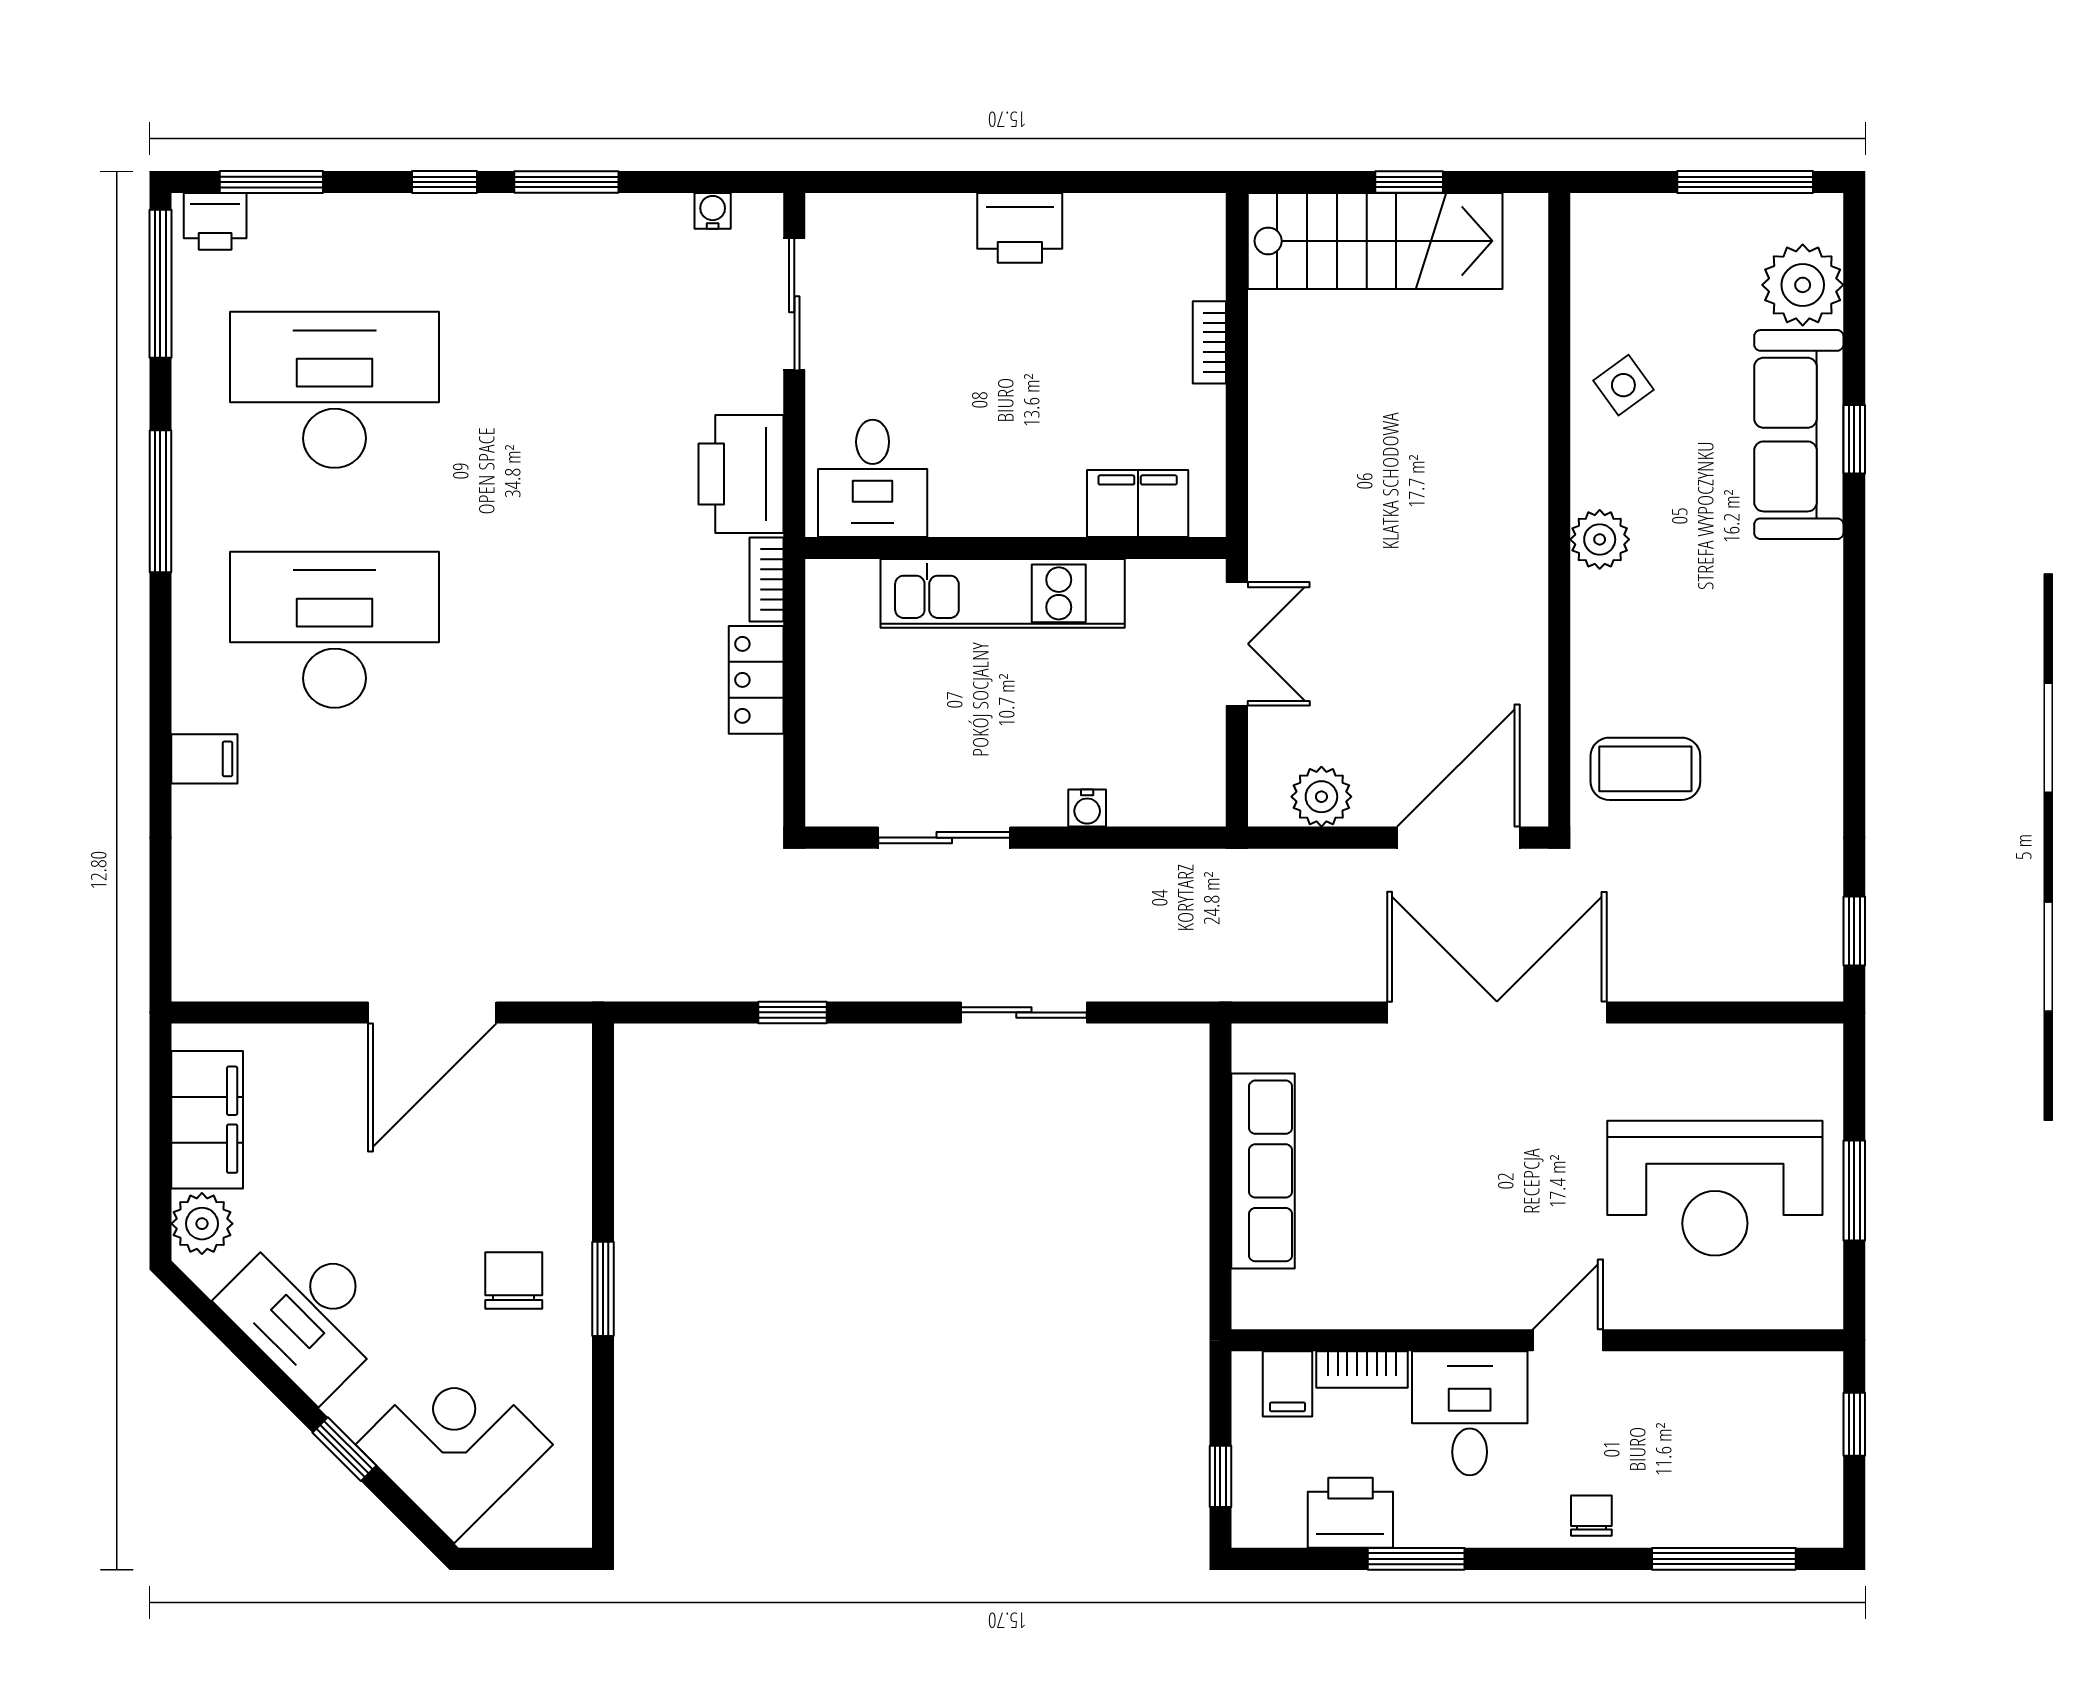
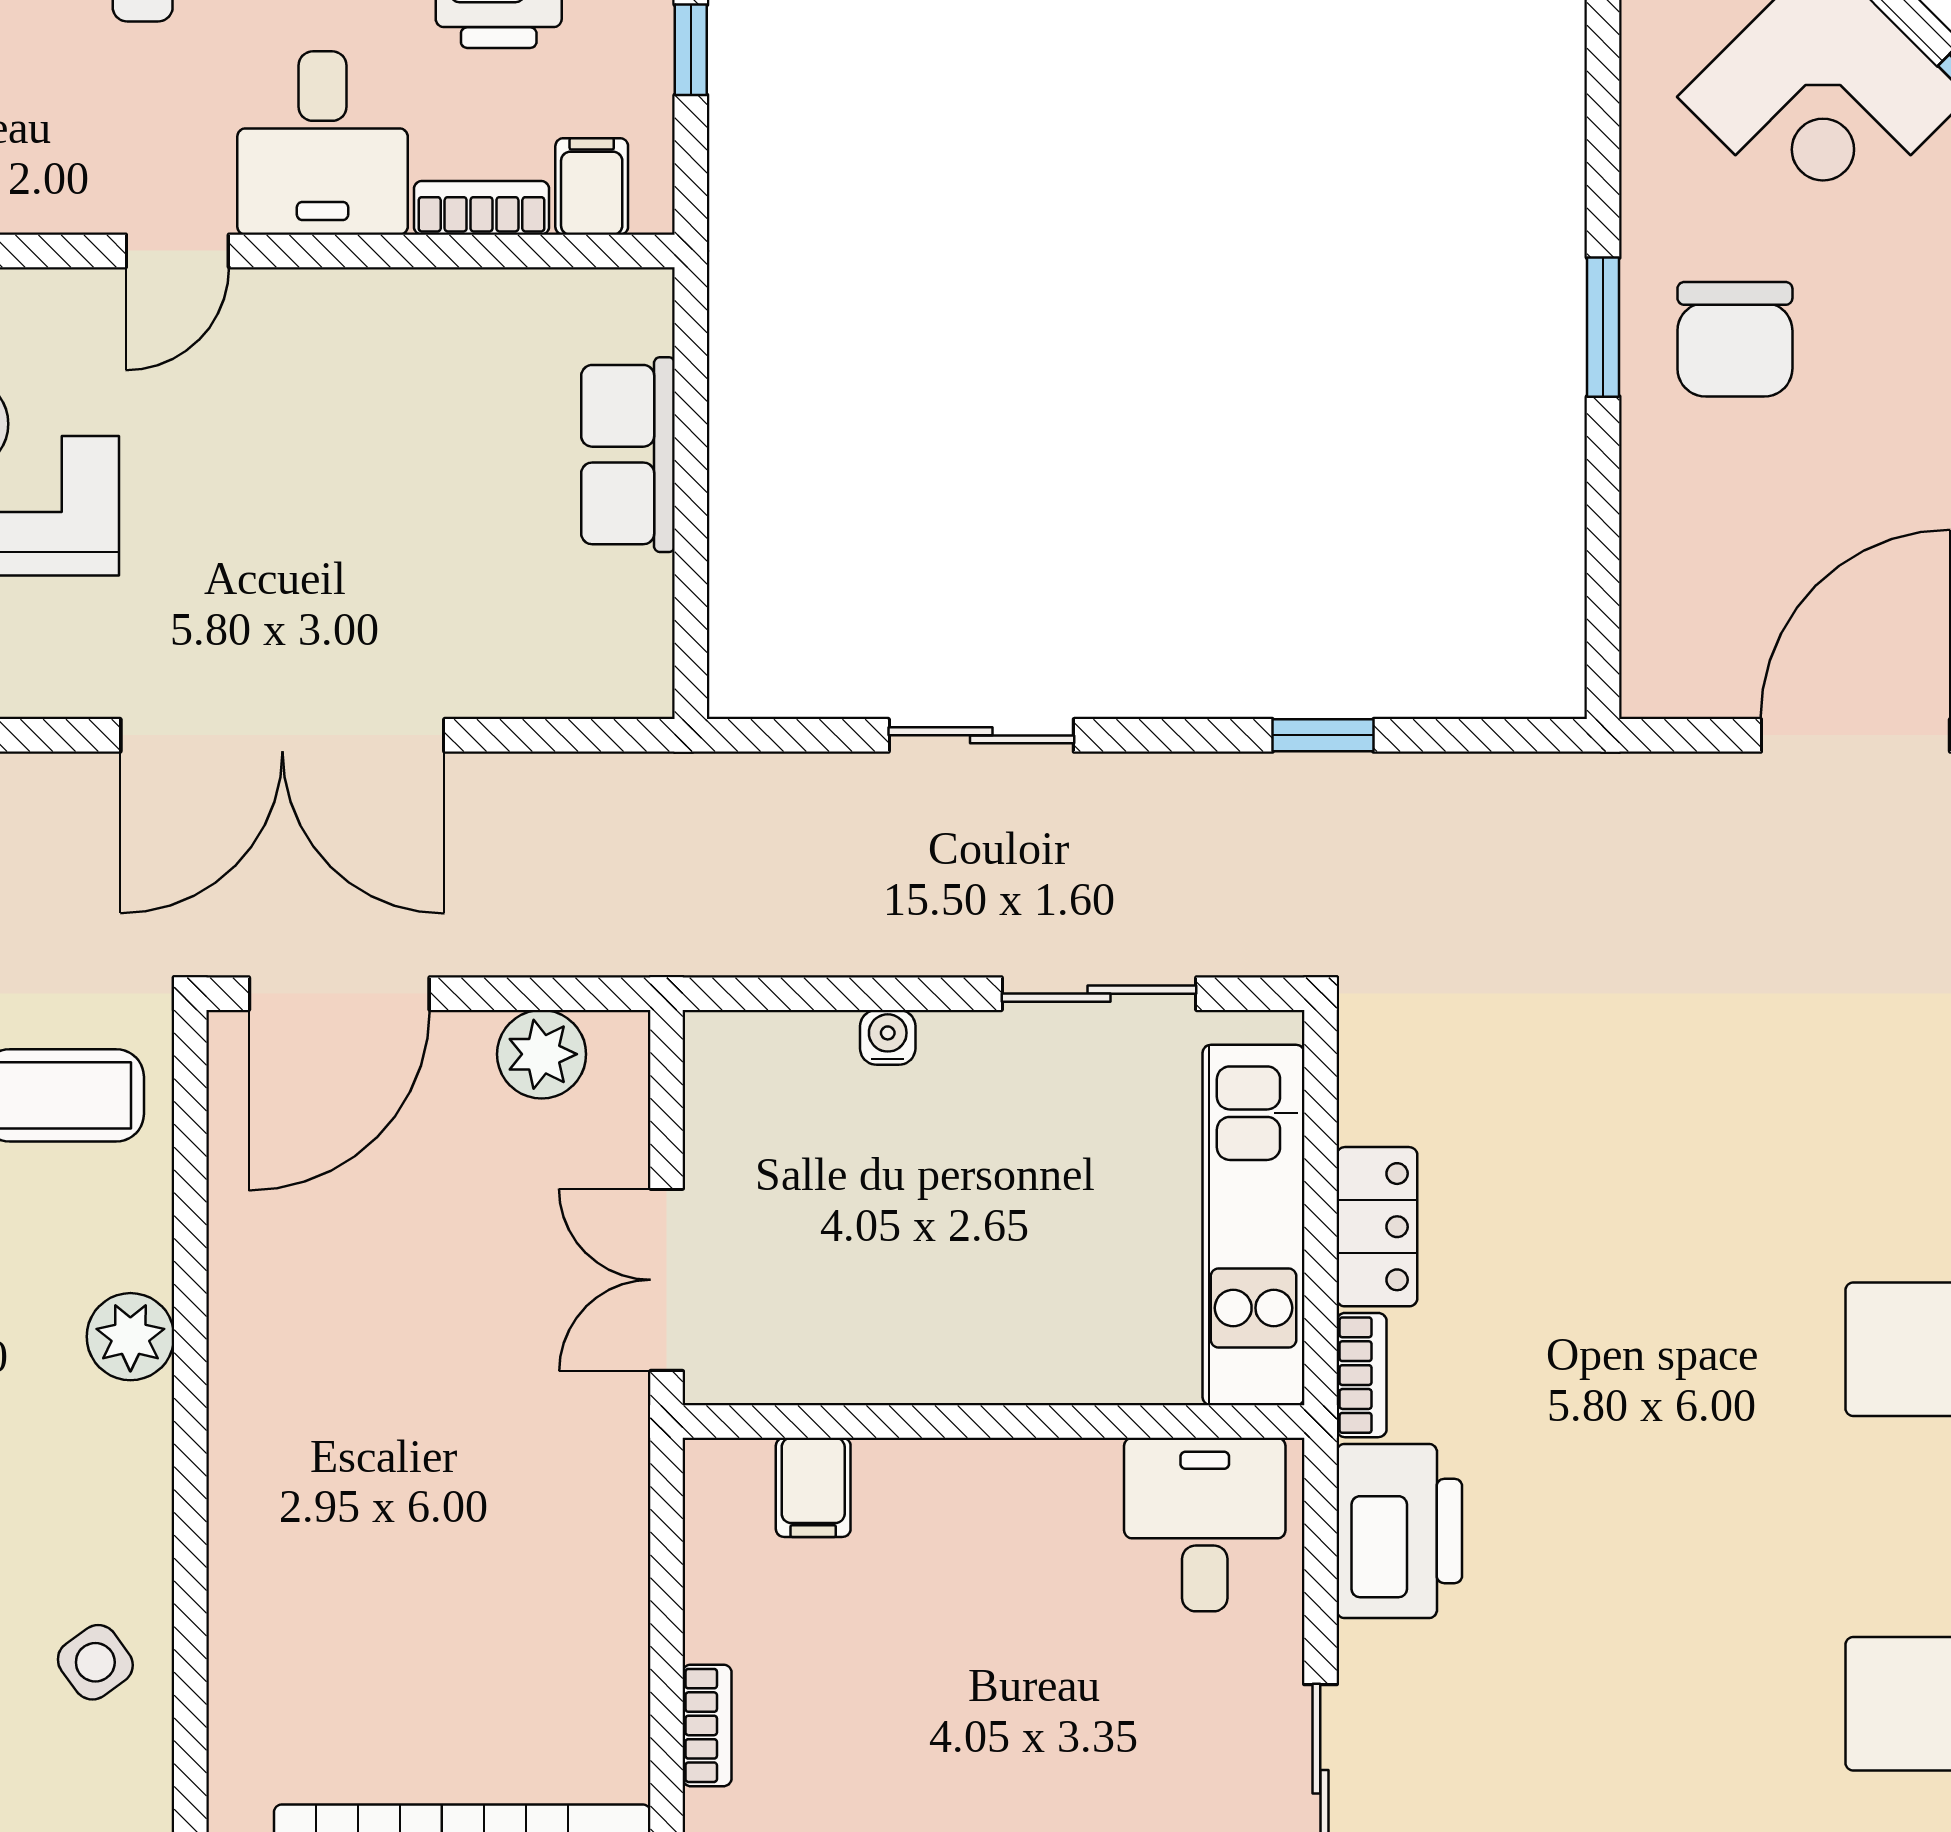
filing cabinet: (1138, 504) -> (813, 1487), width x0.50
plant: (1600, 539) -> (130, 1337), moved
kitchen unit: (1003, 593) -> (1254, 1225), moved, turned -90
row of seats: (1263, 1171) -> (628, 455), width x0.68
chair: (514, 1281) -> (1735, 339), width x1.37, depth x1.37

